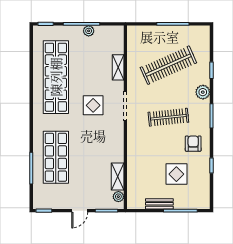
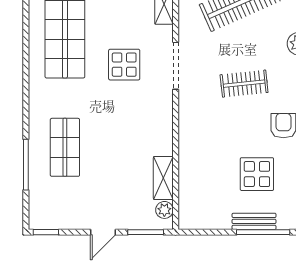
clothes rail: (168, 117) -> (244, 84), width x0.73
shop shelf: (56, 157) -> (65, 147), width x0.70, depth x0.74
bench: (159, 204) -> (254, 221), moved

